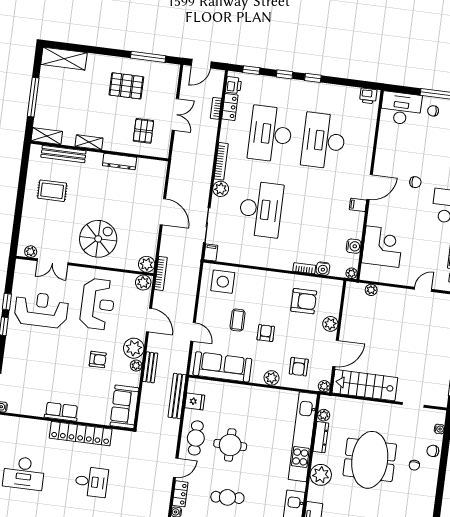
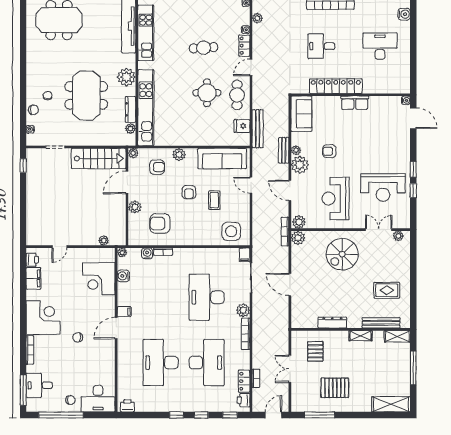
desk: (324, 141) -> (160, 363), turned 180
armchair: (299, 367) -> (157, 167), turned 90

